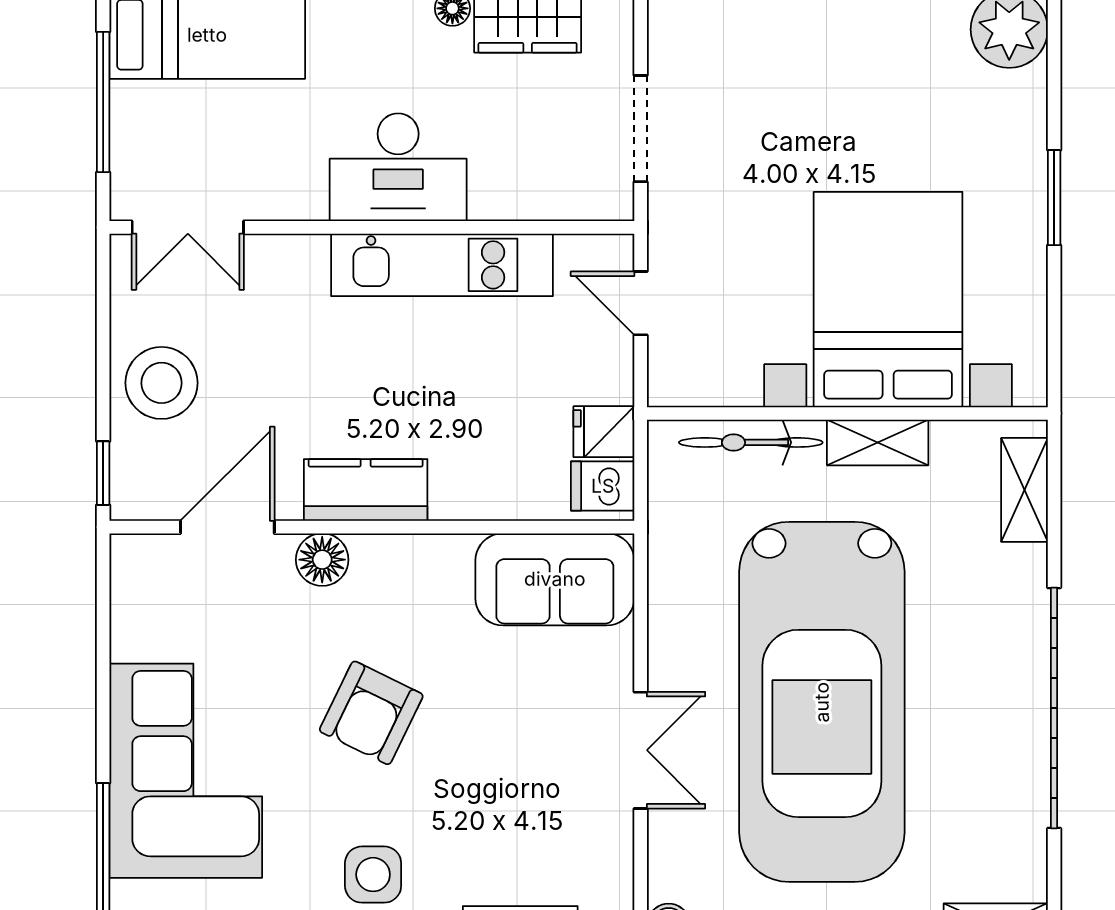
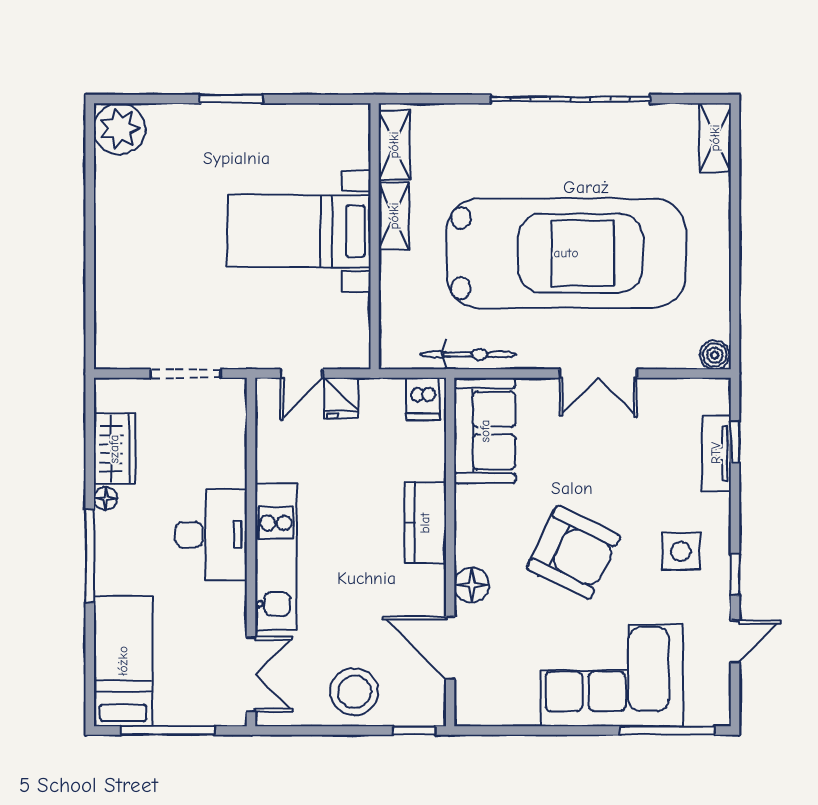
kitchen unit: (442, 265) -> (276, 557), moved
bed with nightstands: (888, 300) -> (299, 231), width x0.73
fridge: (604, 432) -> (341, 398), moved
bicycle: (751, 442) -> (468, 354), moved, turned -90
kitchen counter: (366, 490) -> (425, 523), moved
shelving: (1024, 490) -> (394, 145), moved, turned 90
armchair: (371, 713) -> (573, 552), width x1.36, depth x1.36
double door: (641, 750) -> (598, 374), swing flipped

